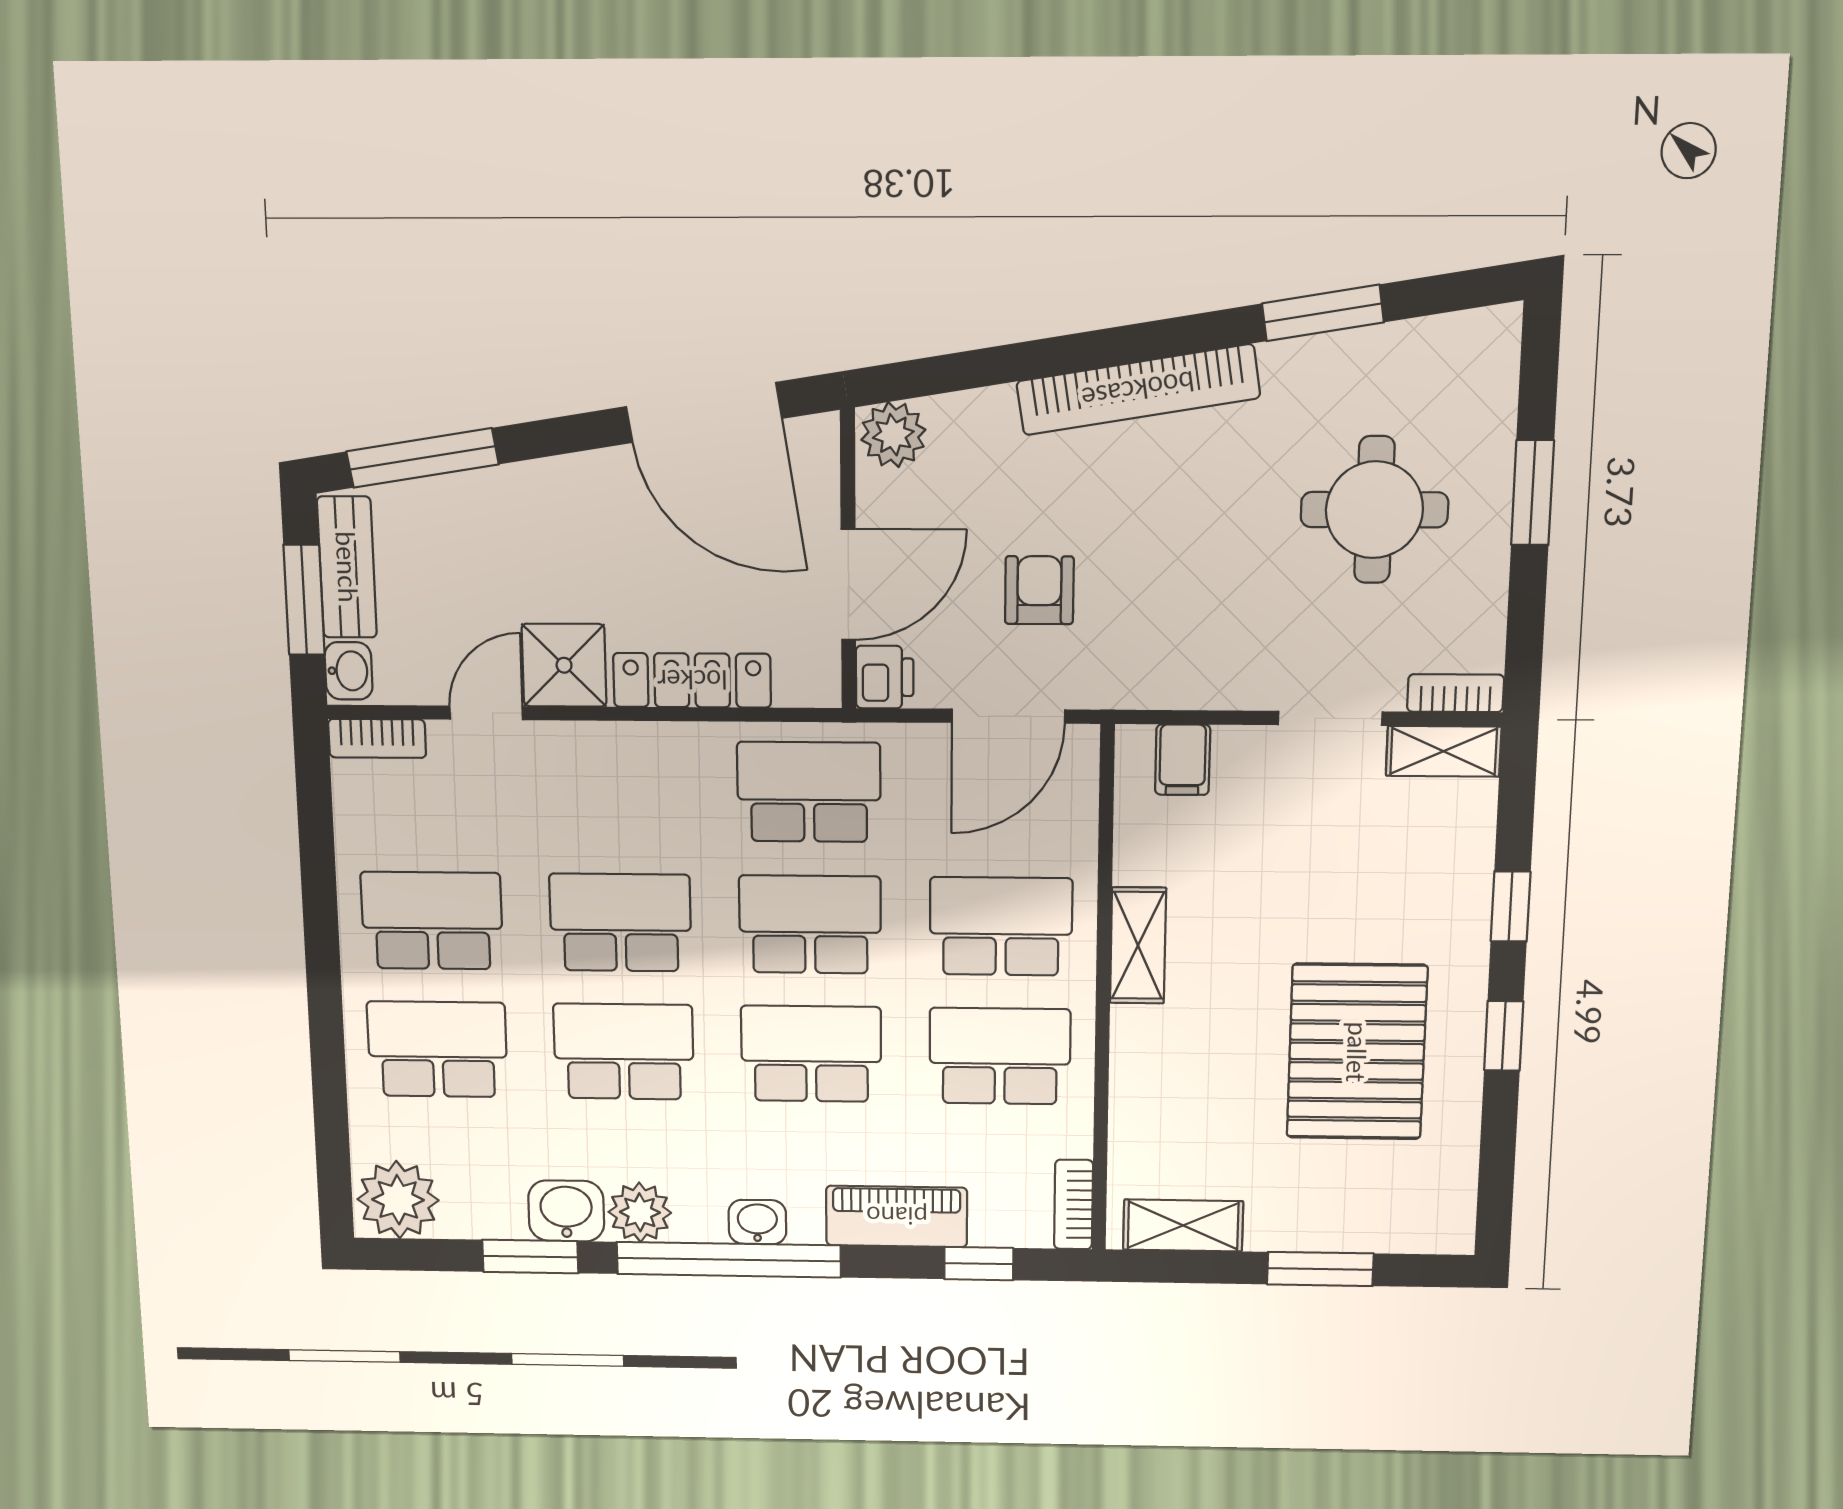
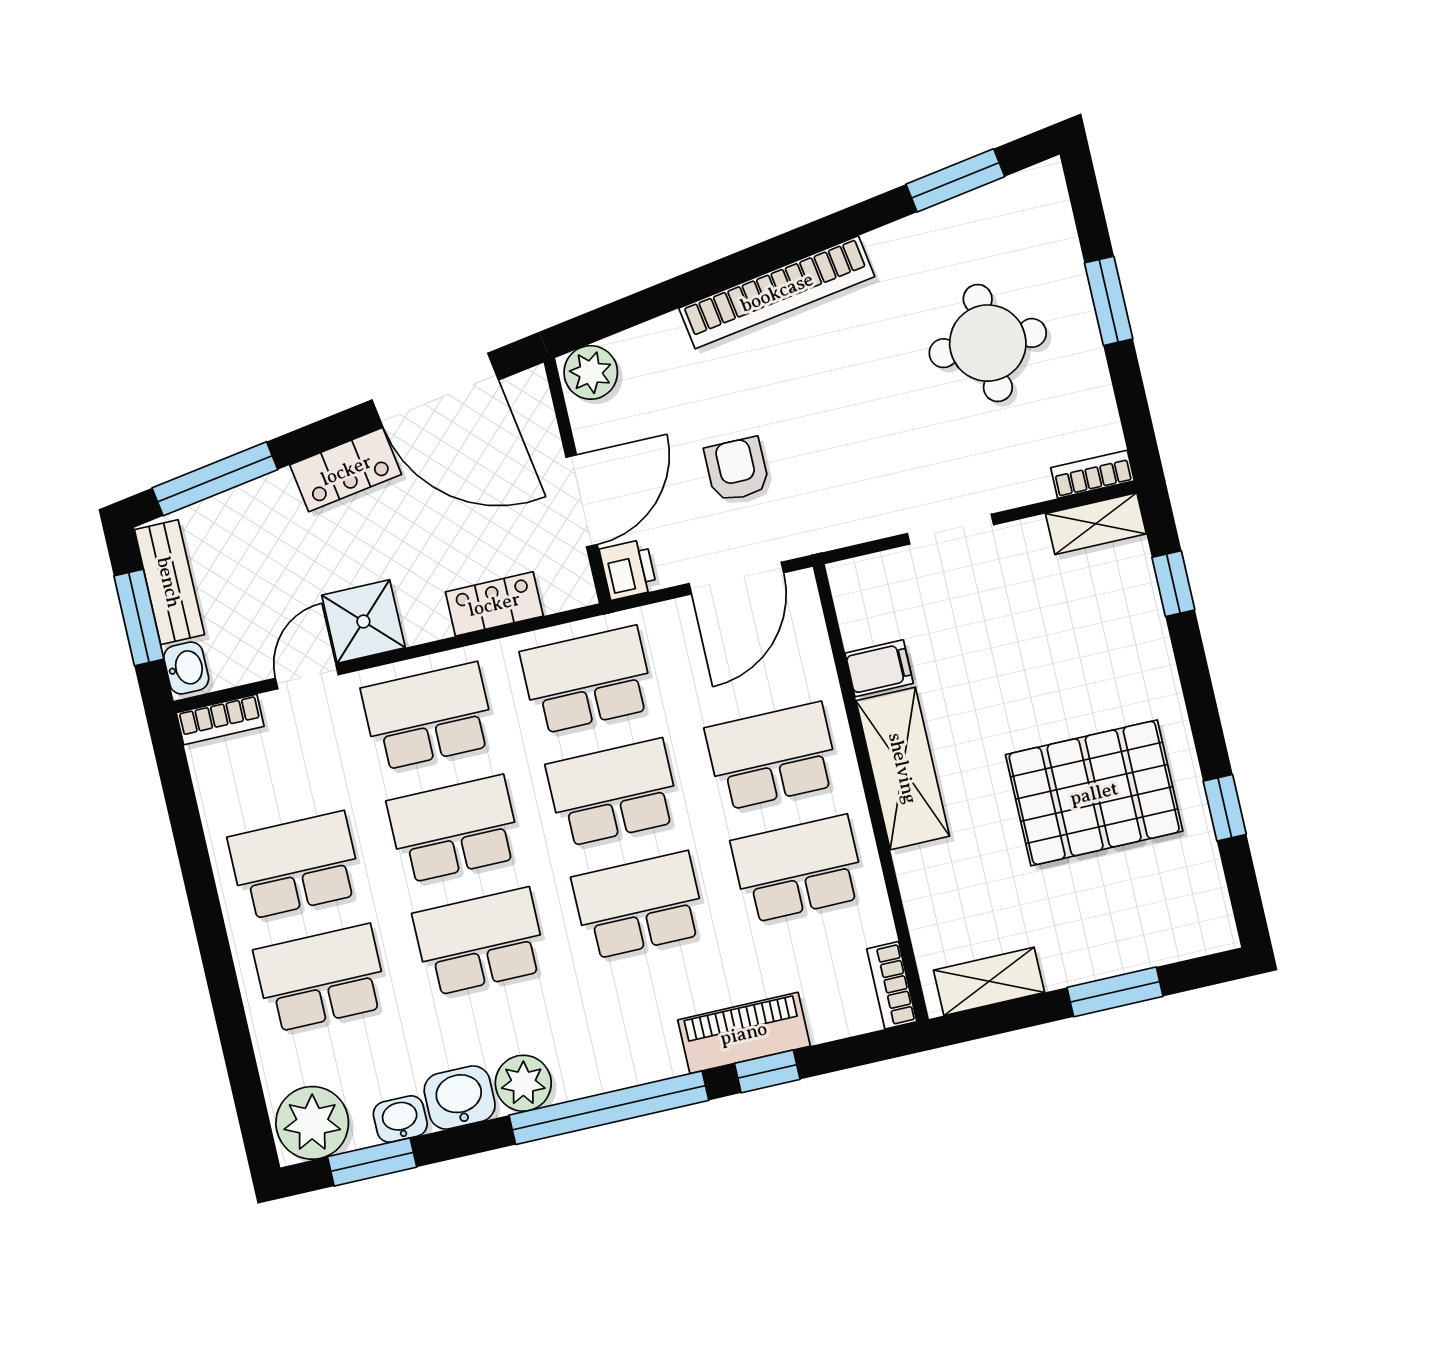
window: (1323, 313) -> (955, 180), moved
locker: (579, 483) -> (346, 470), added
locker: (692, 680) -> (494, 604), width x0.66
doorway: (1330, 718) -> (951, 529), moved
filing cabinet: (1183, 760) -> (879, 668), moved, turned -90
school desk: (617, 790) -> (428, 716), added
window: (1511, 906) -> (1173, 584), moved
shelving: (1138, 945) -> (903, 768), width x1.50, depth x1.33
window: (1504, 1036) -> (1225, 808), moved
pallet: (1357, 1052) -> (1094, 793), turned 90
washbasin: (757, 1222) -> (400, 1119), moved
window: (530, 1257) -> (372, 1162), moved
window: (979, 1264) -> (767, 1071), moved

